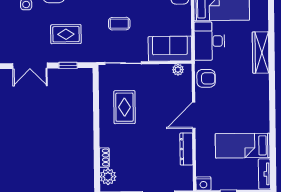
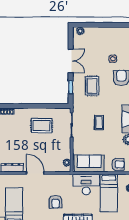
sofa: (170, 49) -> (89, 163), moved, turned -90
double door: (30, 66) -> (71, 61), swing flipped
armchair: (206, 78) -> (56, 202), moved

